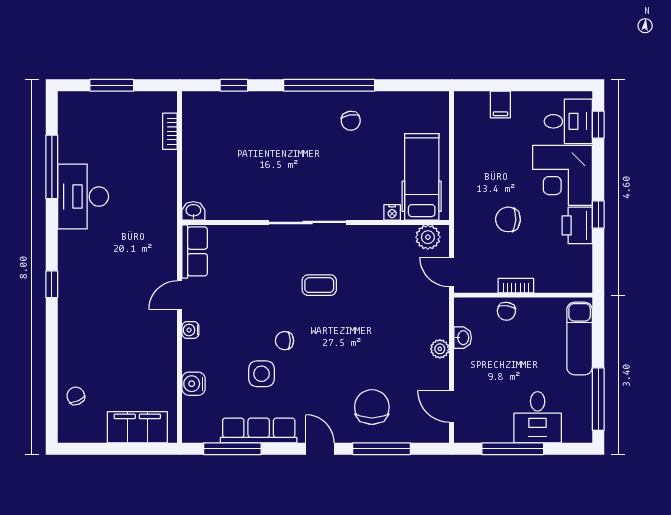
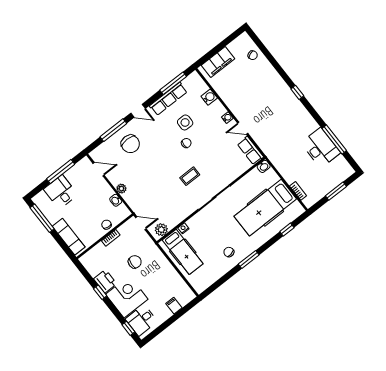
window: (329, 85) -> (249, 259), width x0.47
hospital bed: (241, 145) -> (265, 208), added
desk: (83, 197) -> (321, 148), moved
door: (180, 295) -> (243, 128), swing flipped

